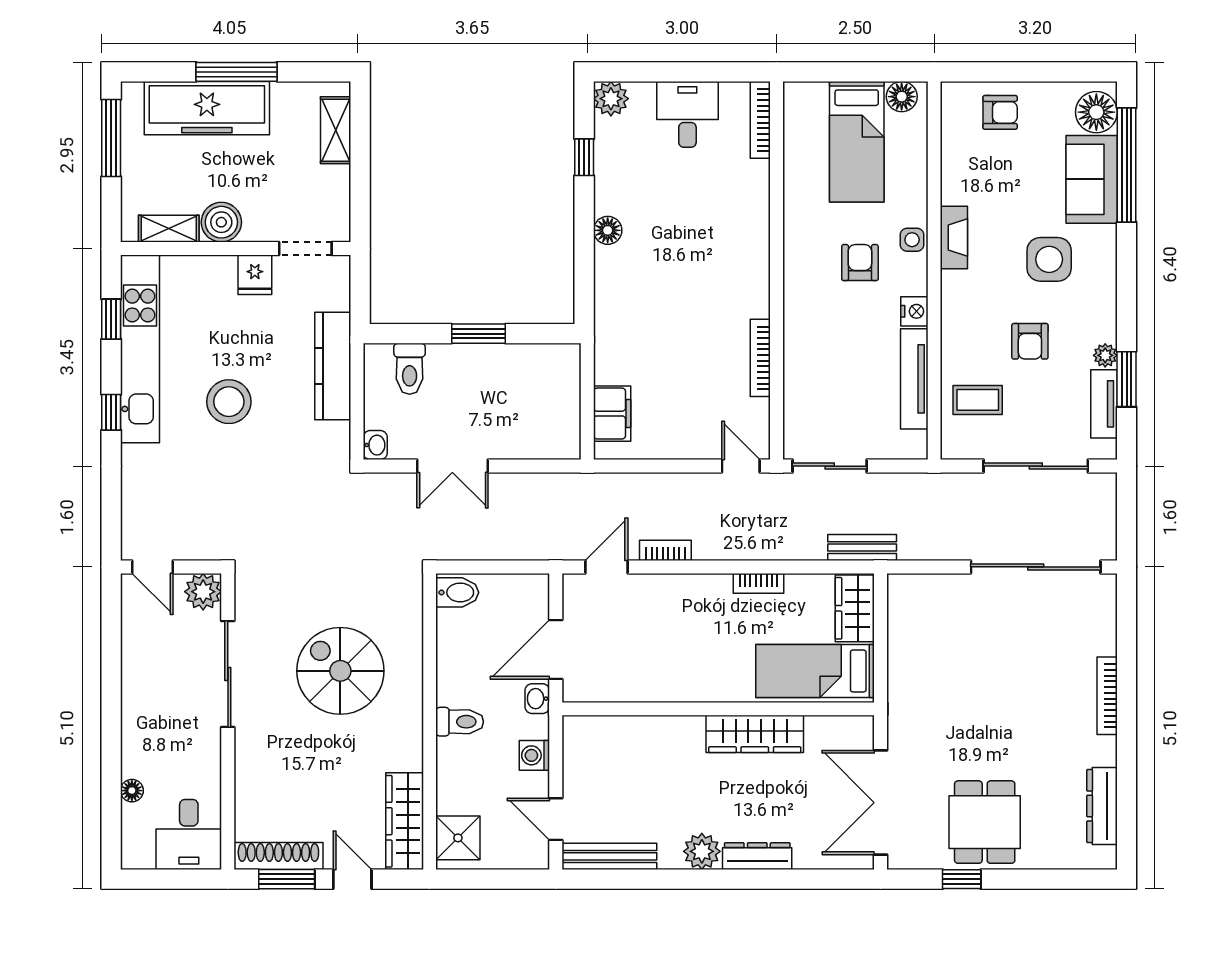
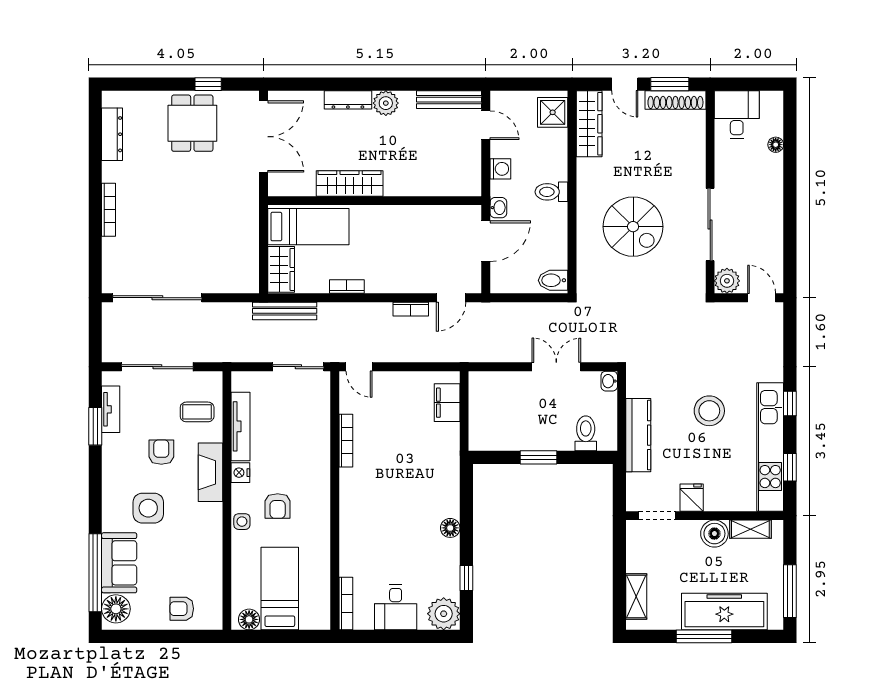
plant: (611, 99) -> (444, 614), width x1.36, depth x1.36
fireplace: (954, 237) -> (210, 472), moved, width x1.37, depth x1.32
plant: (1105, 355) -> (110, 442), removed
bench: (862, 548) -> (285, 311), width x1.36

